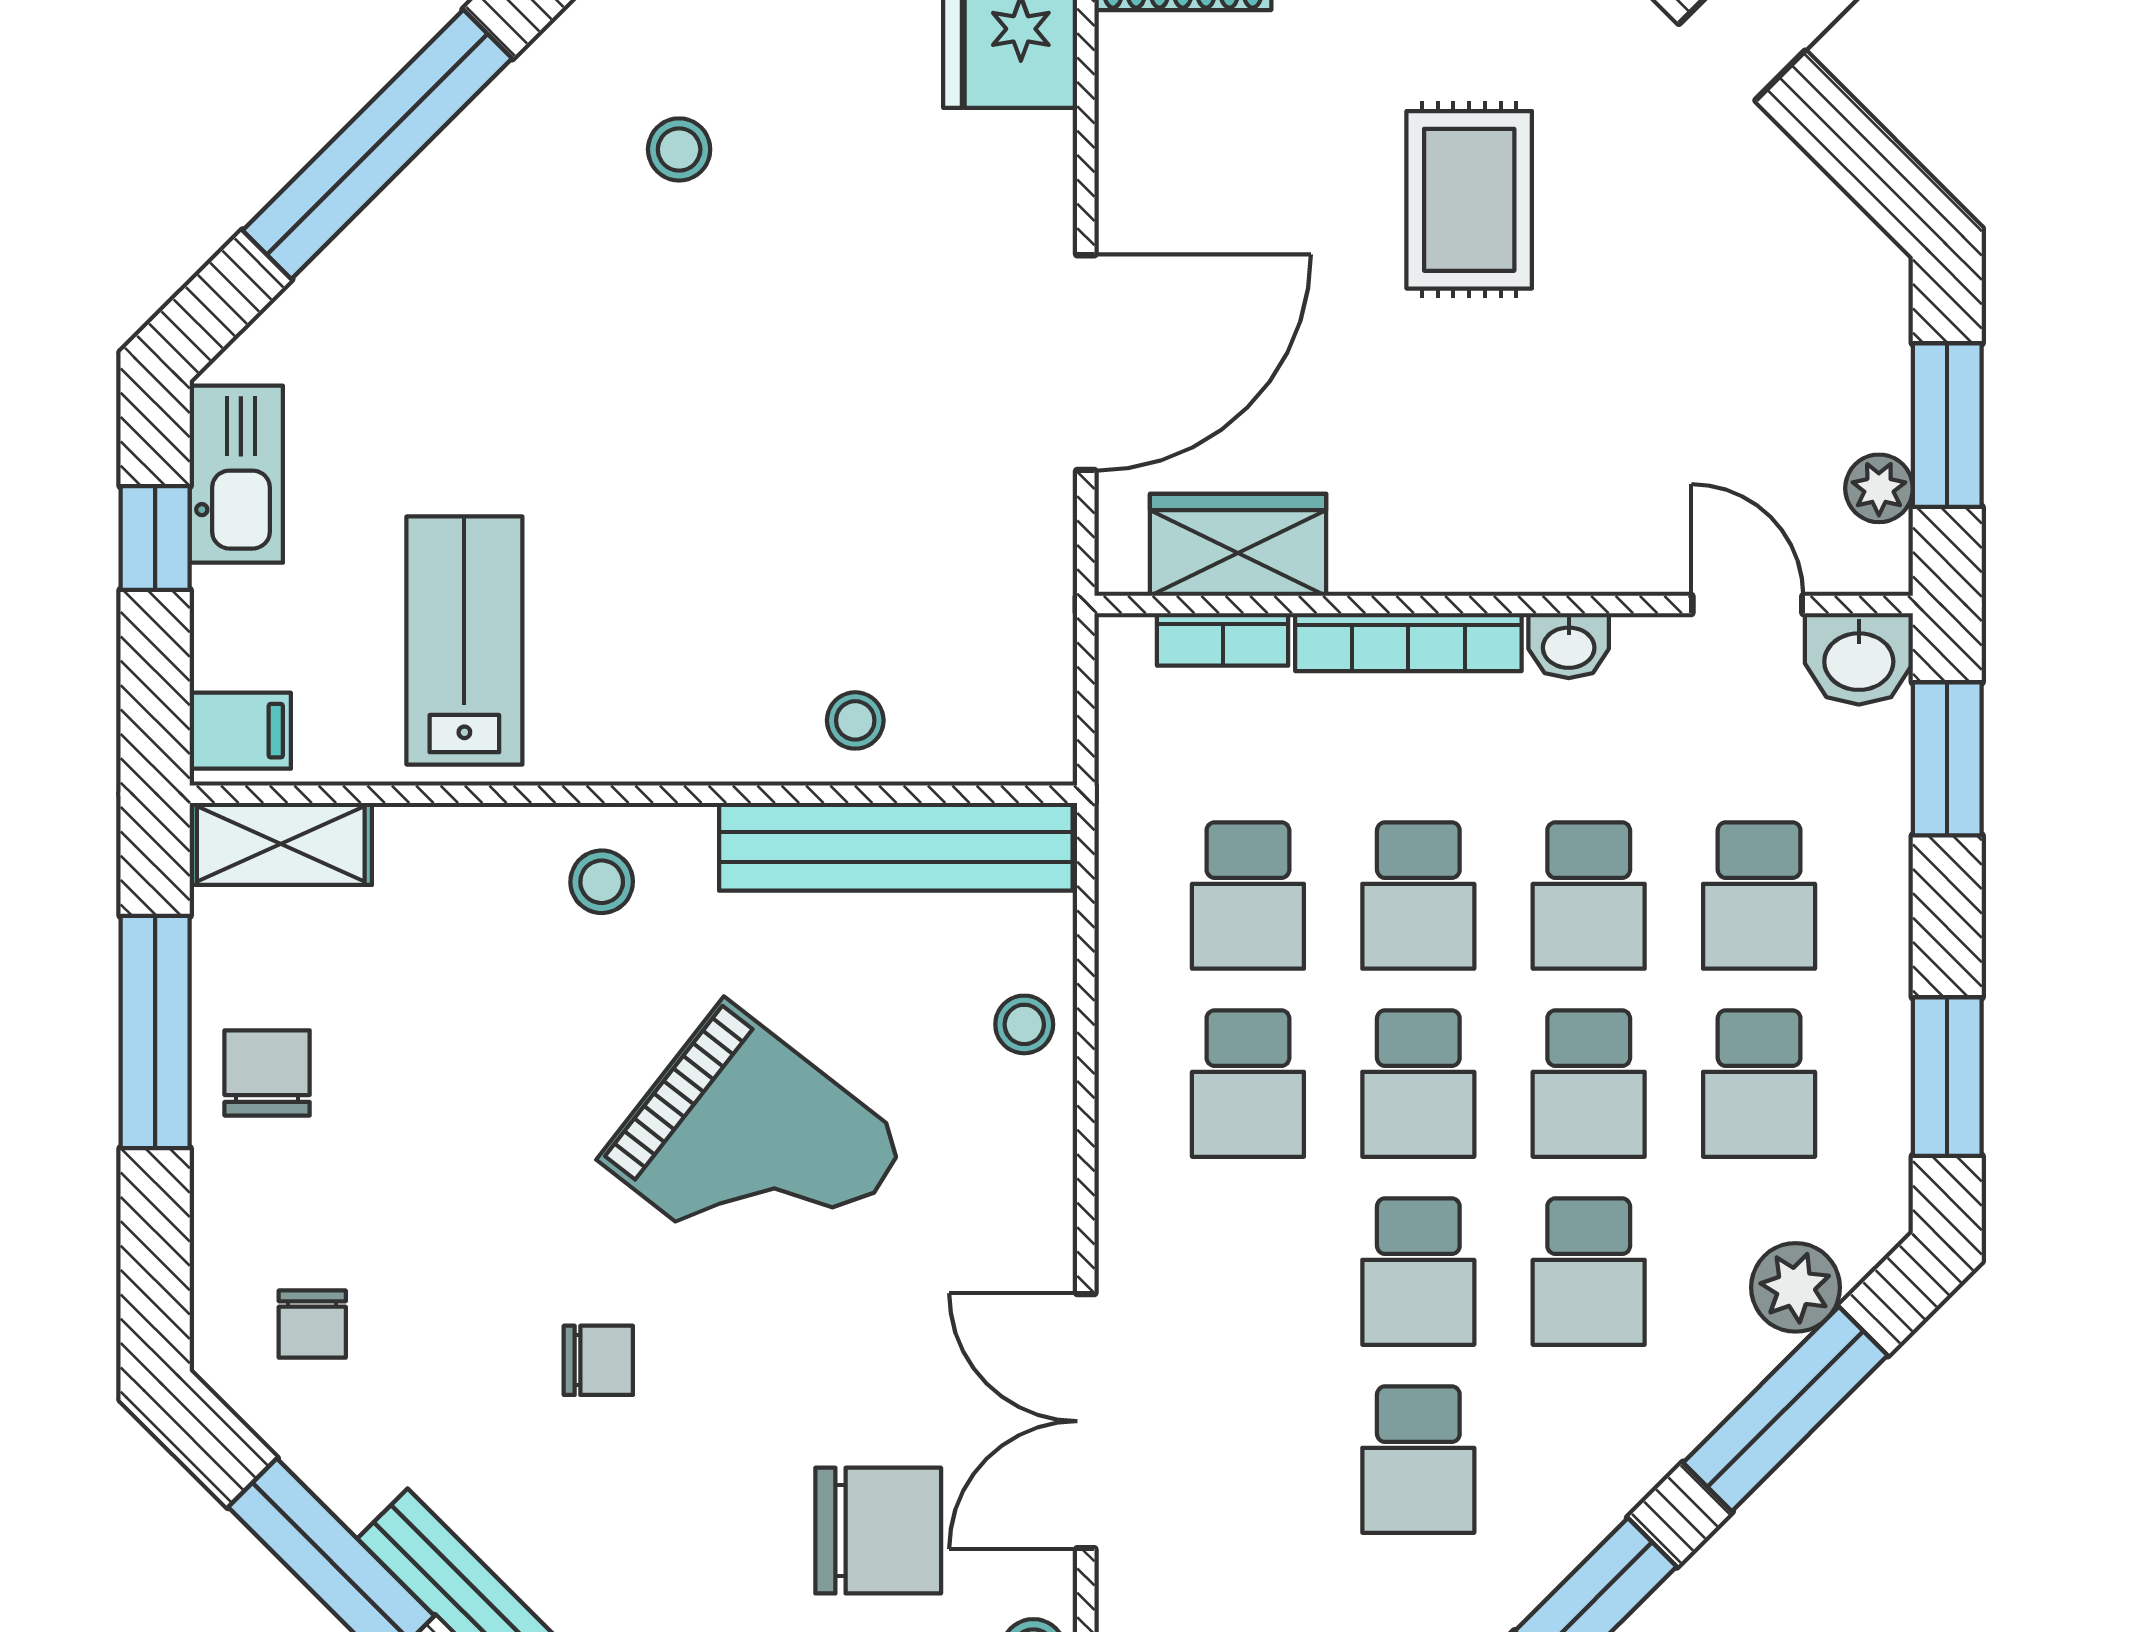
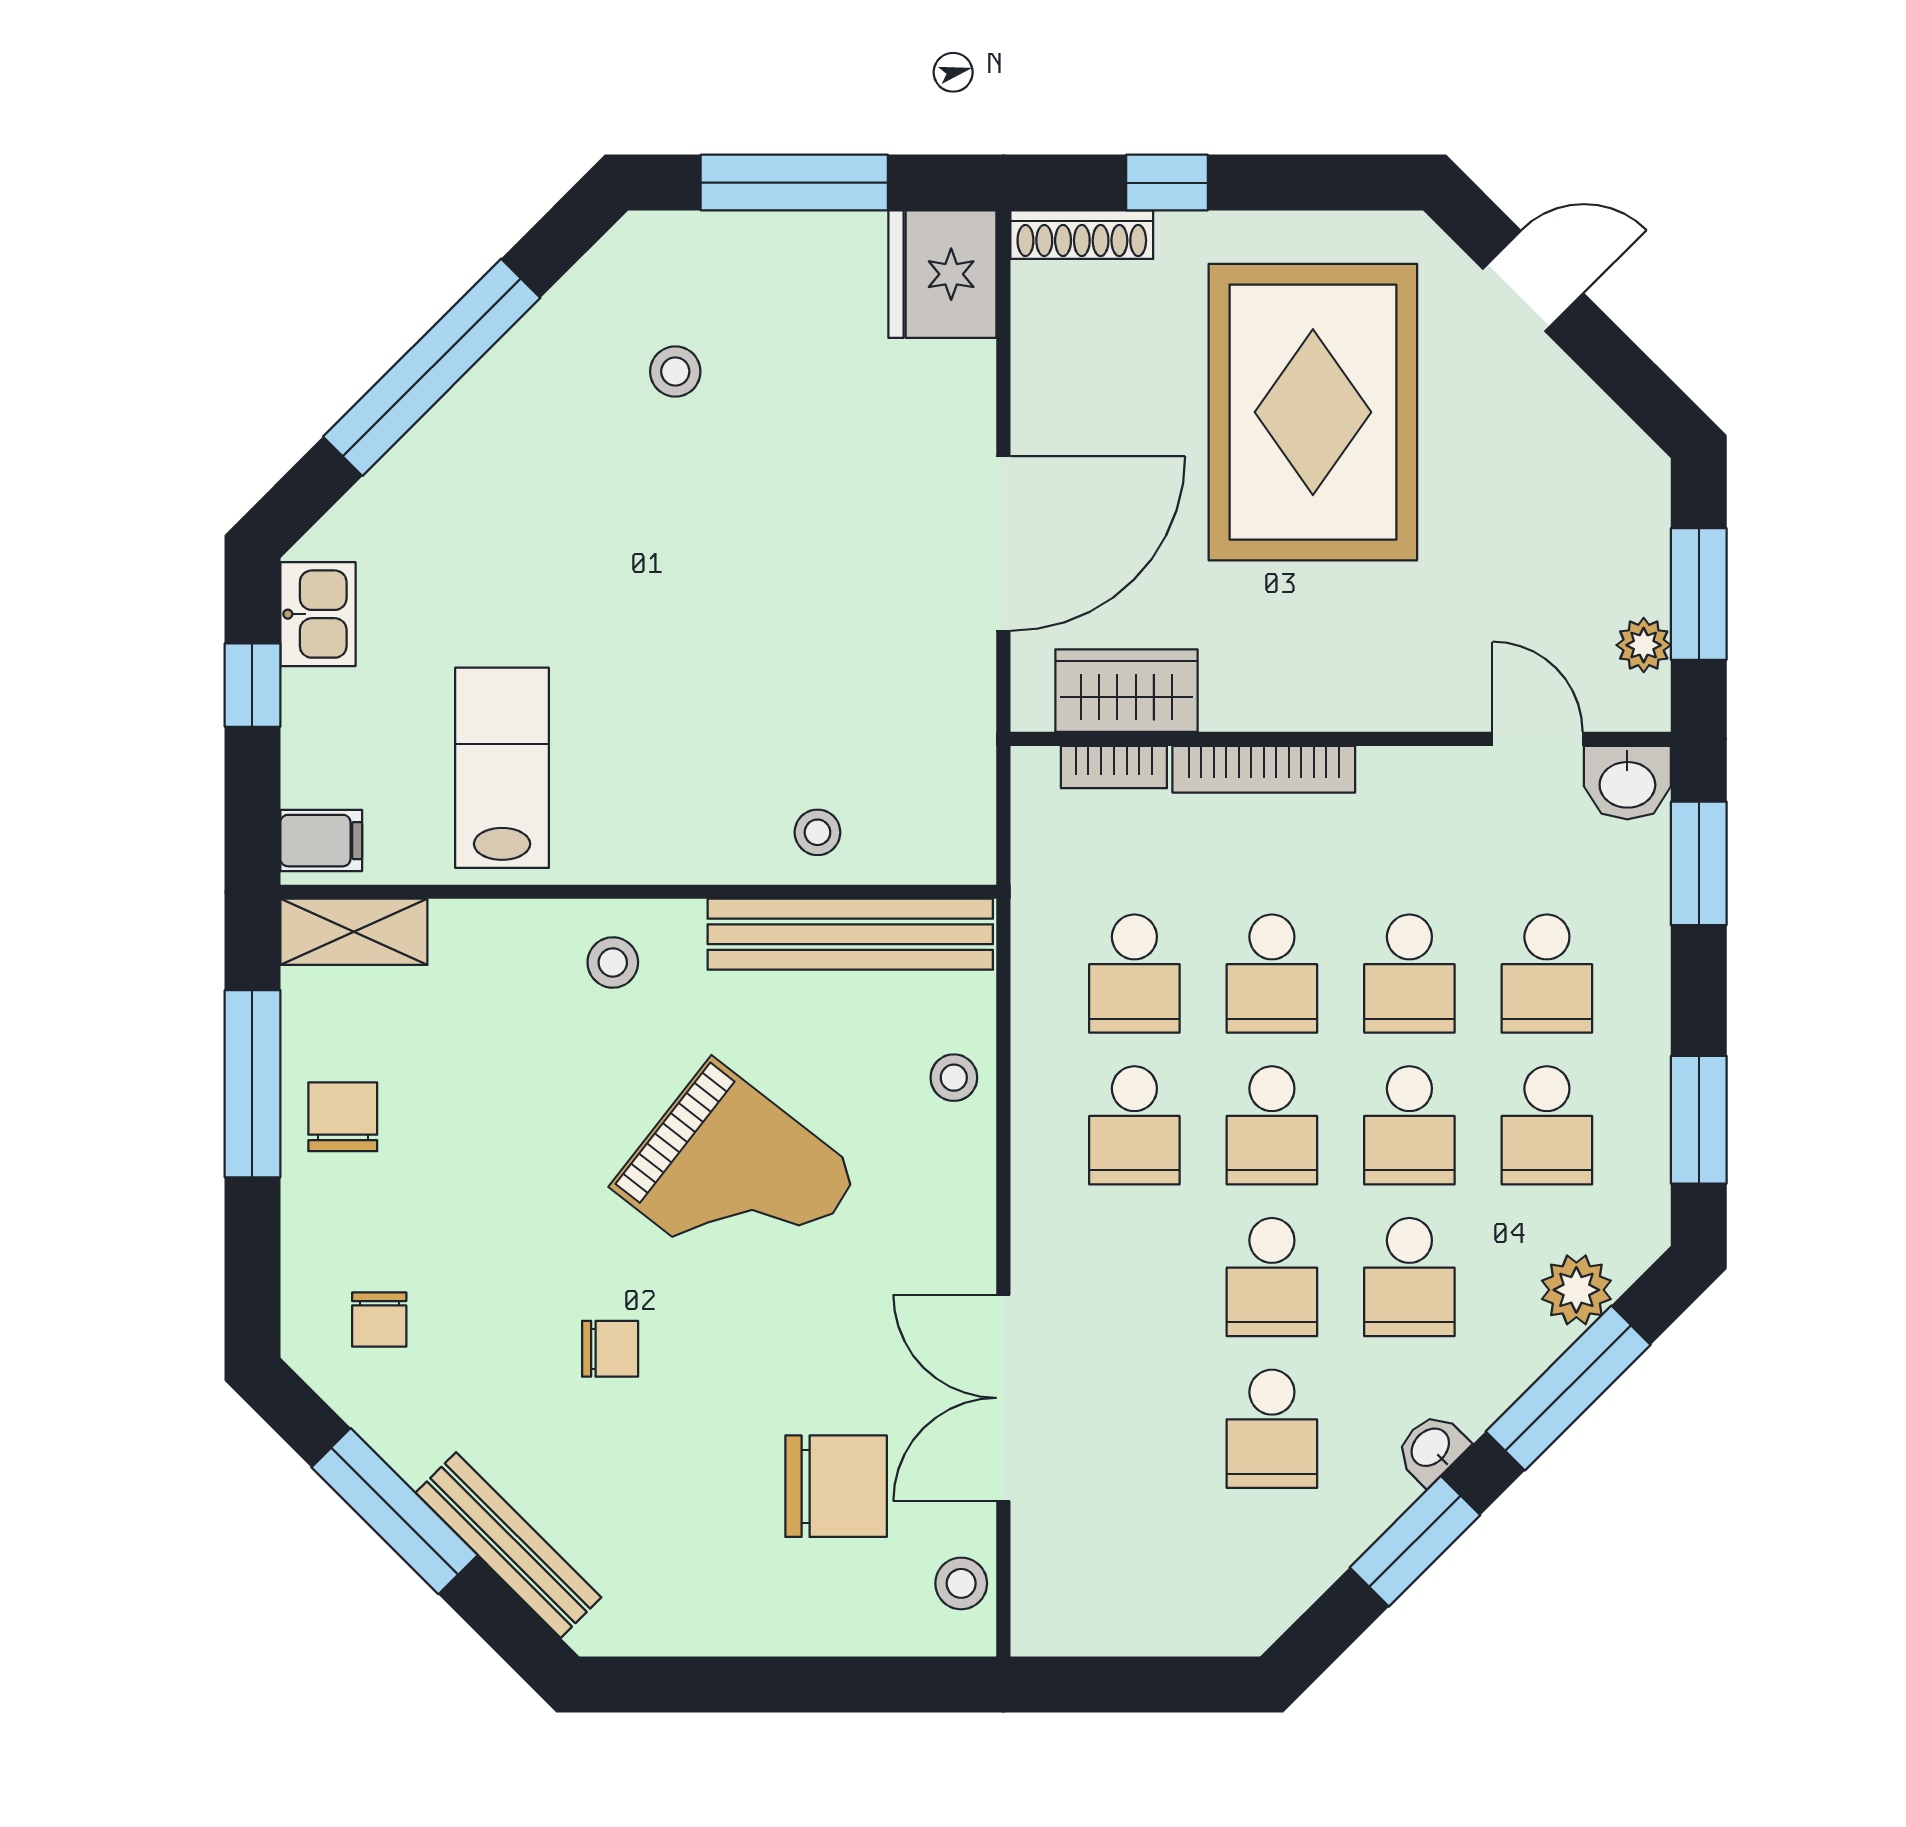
rug: (1469, 200) -> (1313, 412), width x1.86, depth x2.06
kitchen sink: (236, 474) -> (318, 614), width x0.73
washbasin: (1569, 646) -> (1431, 1448), moved, turned 135

